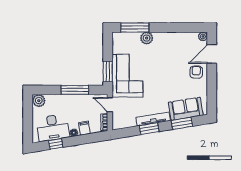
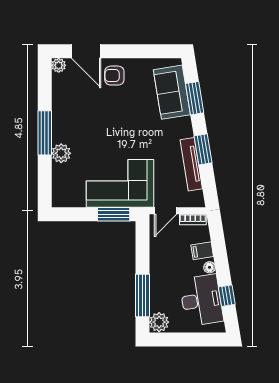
window: (135, 28) -> (45, 133), moved
window: (75, 90) -> (142, 295), moved
tv unit: (153, 119) -> (191, 164), moved

